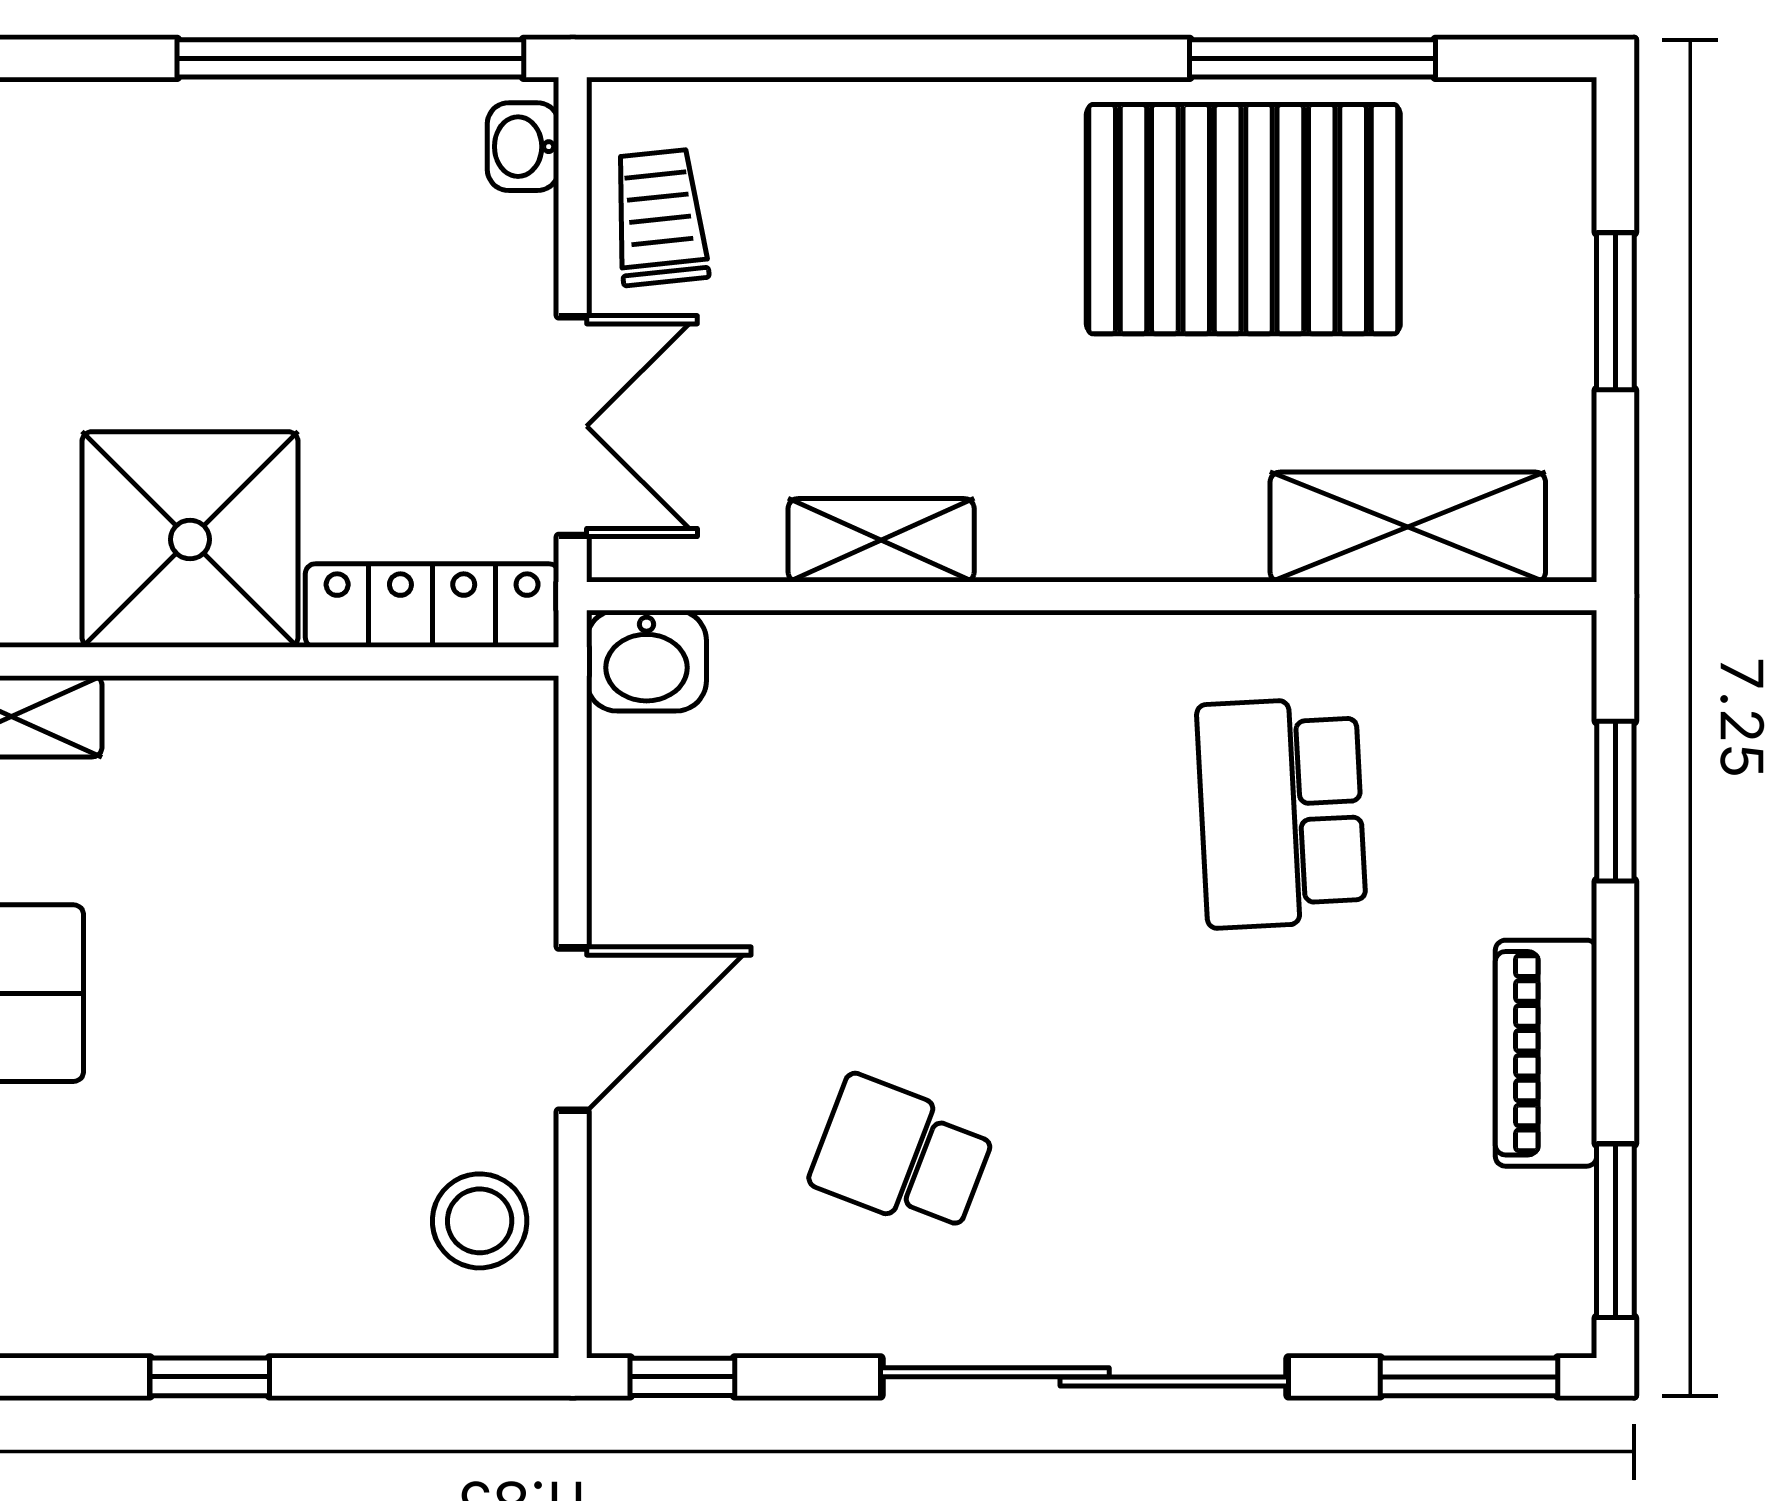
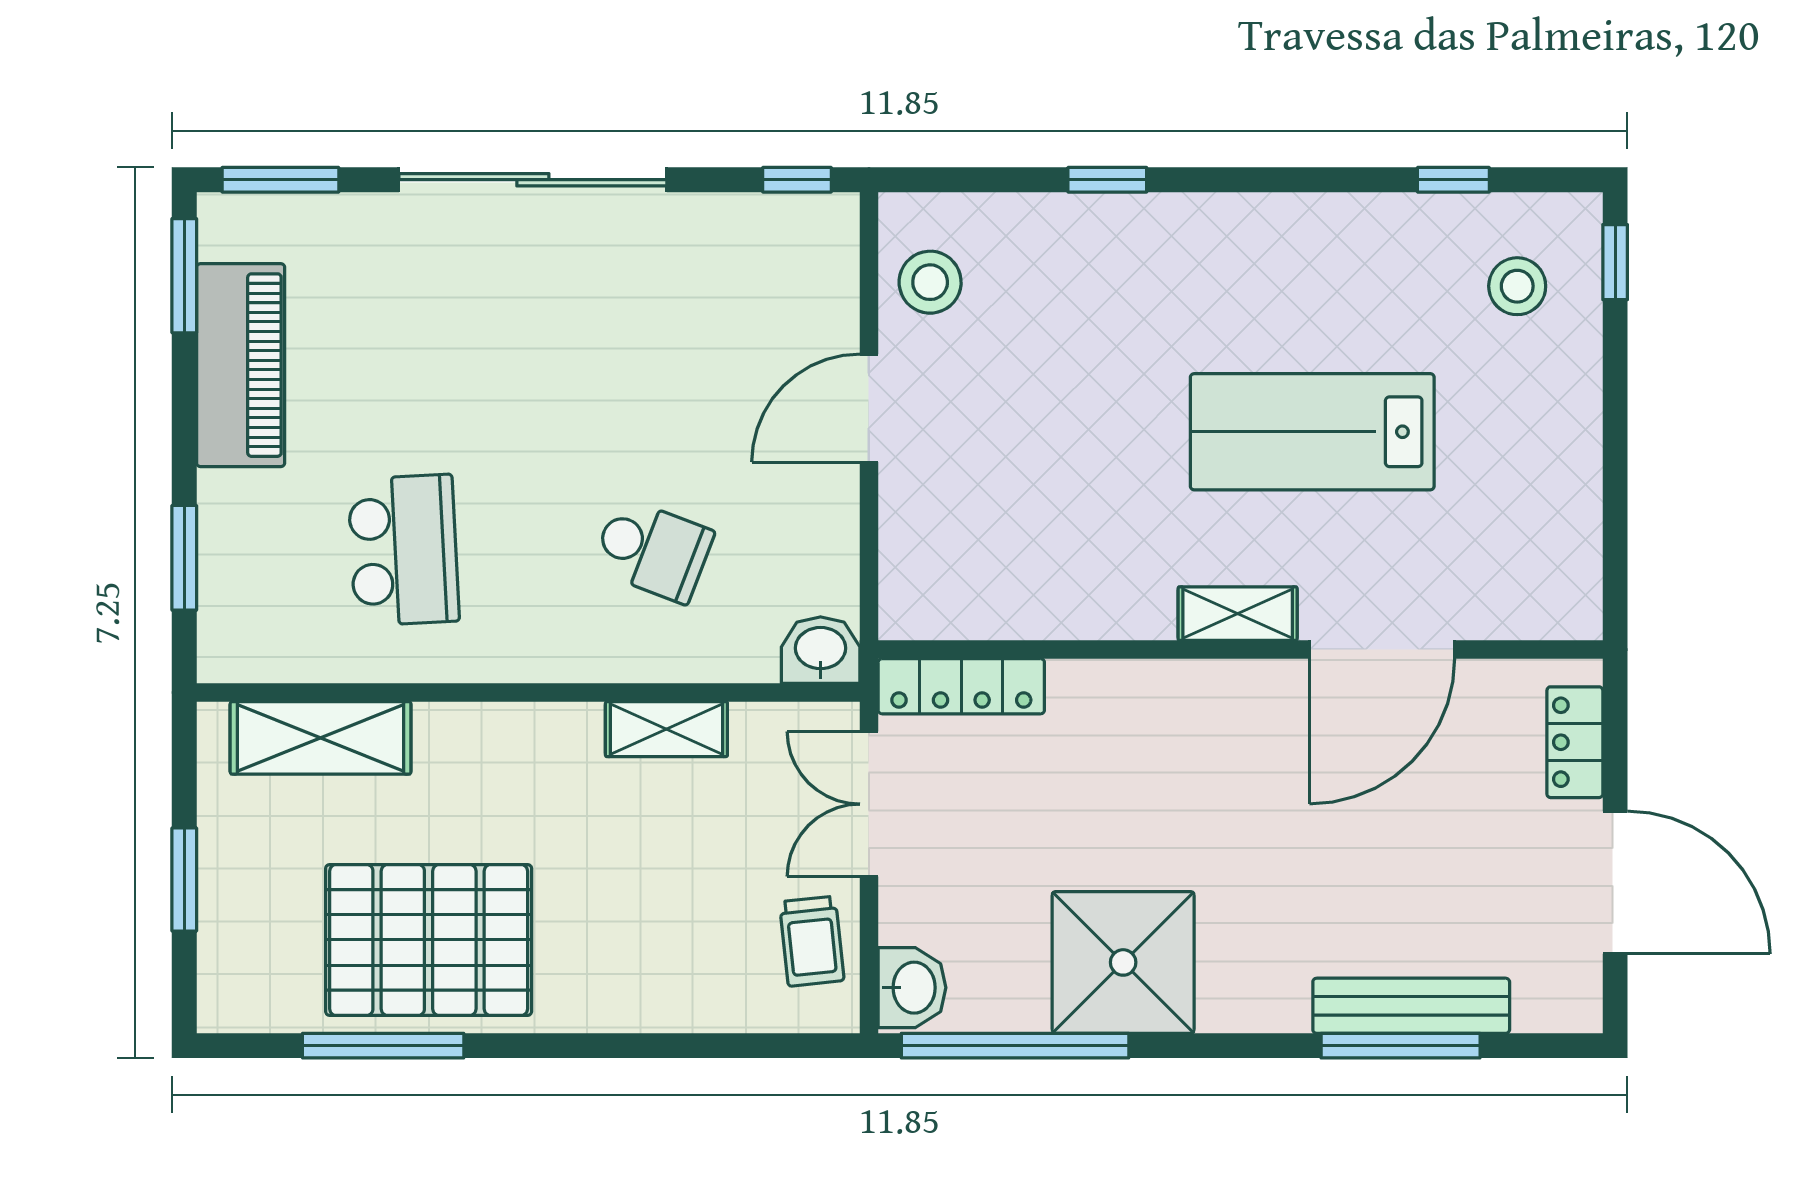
washbasin: (523, 147) -> (912, 988), width x1.38, depth x1.45
shower: (190, 539) -> (1123, 962), moved
piano: (1546, 1053) -> (241, 365), width x1.37, depth x1.33
school desk: (902, 1155) -> (653, 550), moved

